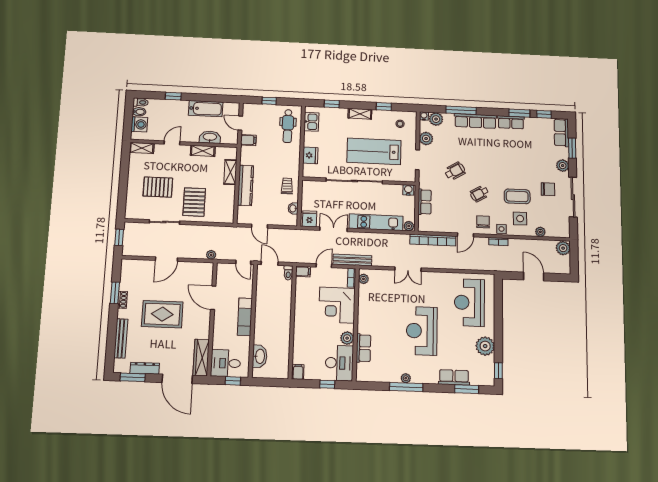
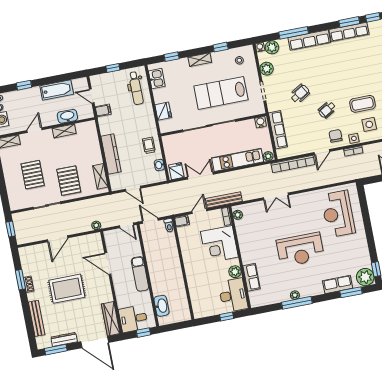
row of seats: (511, 122) -> (349, 32), width x1.48
shelving: (230, 172) -> (100, 176), moved
pallet: (158, 187) -> (33, 175), turned 90
row of seats: (425, 202) -> (278, 130), width x1.48
reception desk: (422, 331) -> (300, 250), turned -90
plant: (485, 346) -> (365, 277), moved
filing cabinet: (298, 372) -> (199, 312), removed

